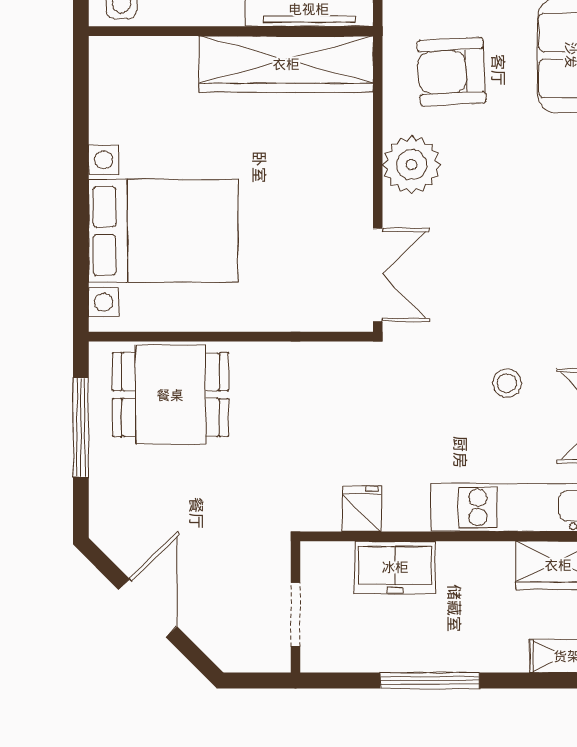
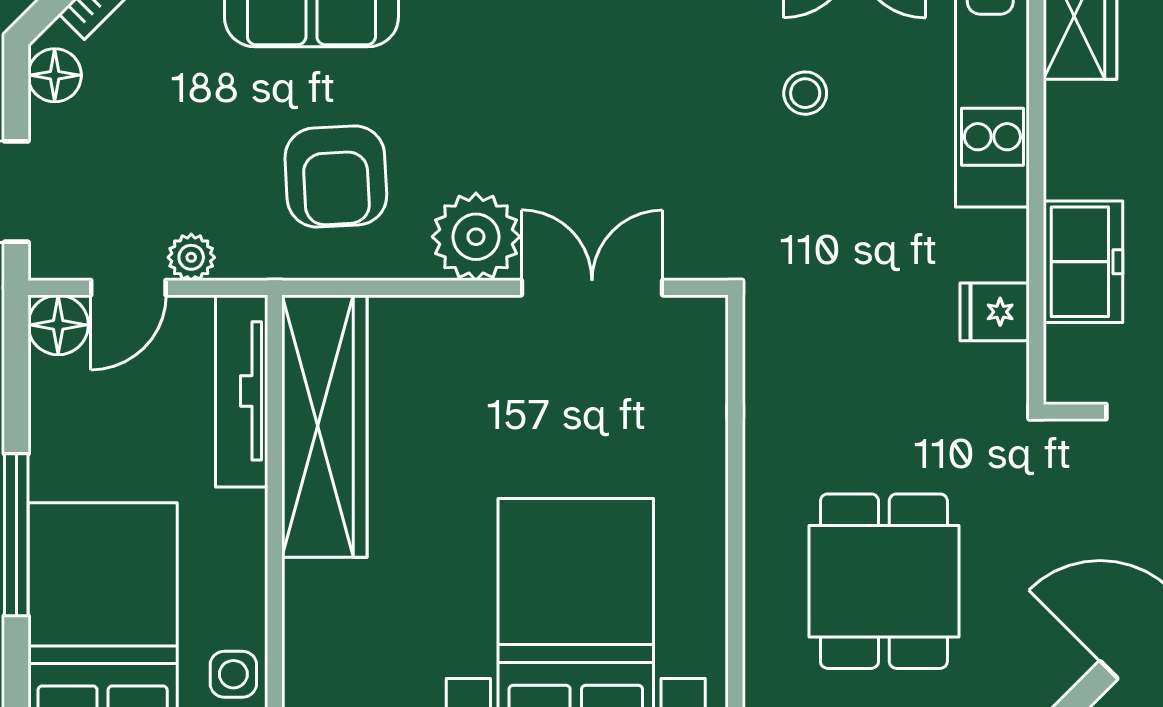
double door: (378, 275) -> (592, 288), moved
dining table: (170, 395) -> (884, 581), moved

